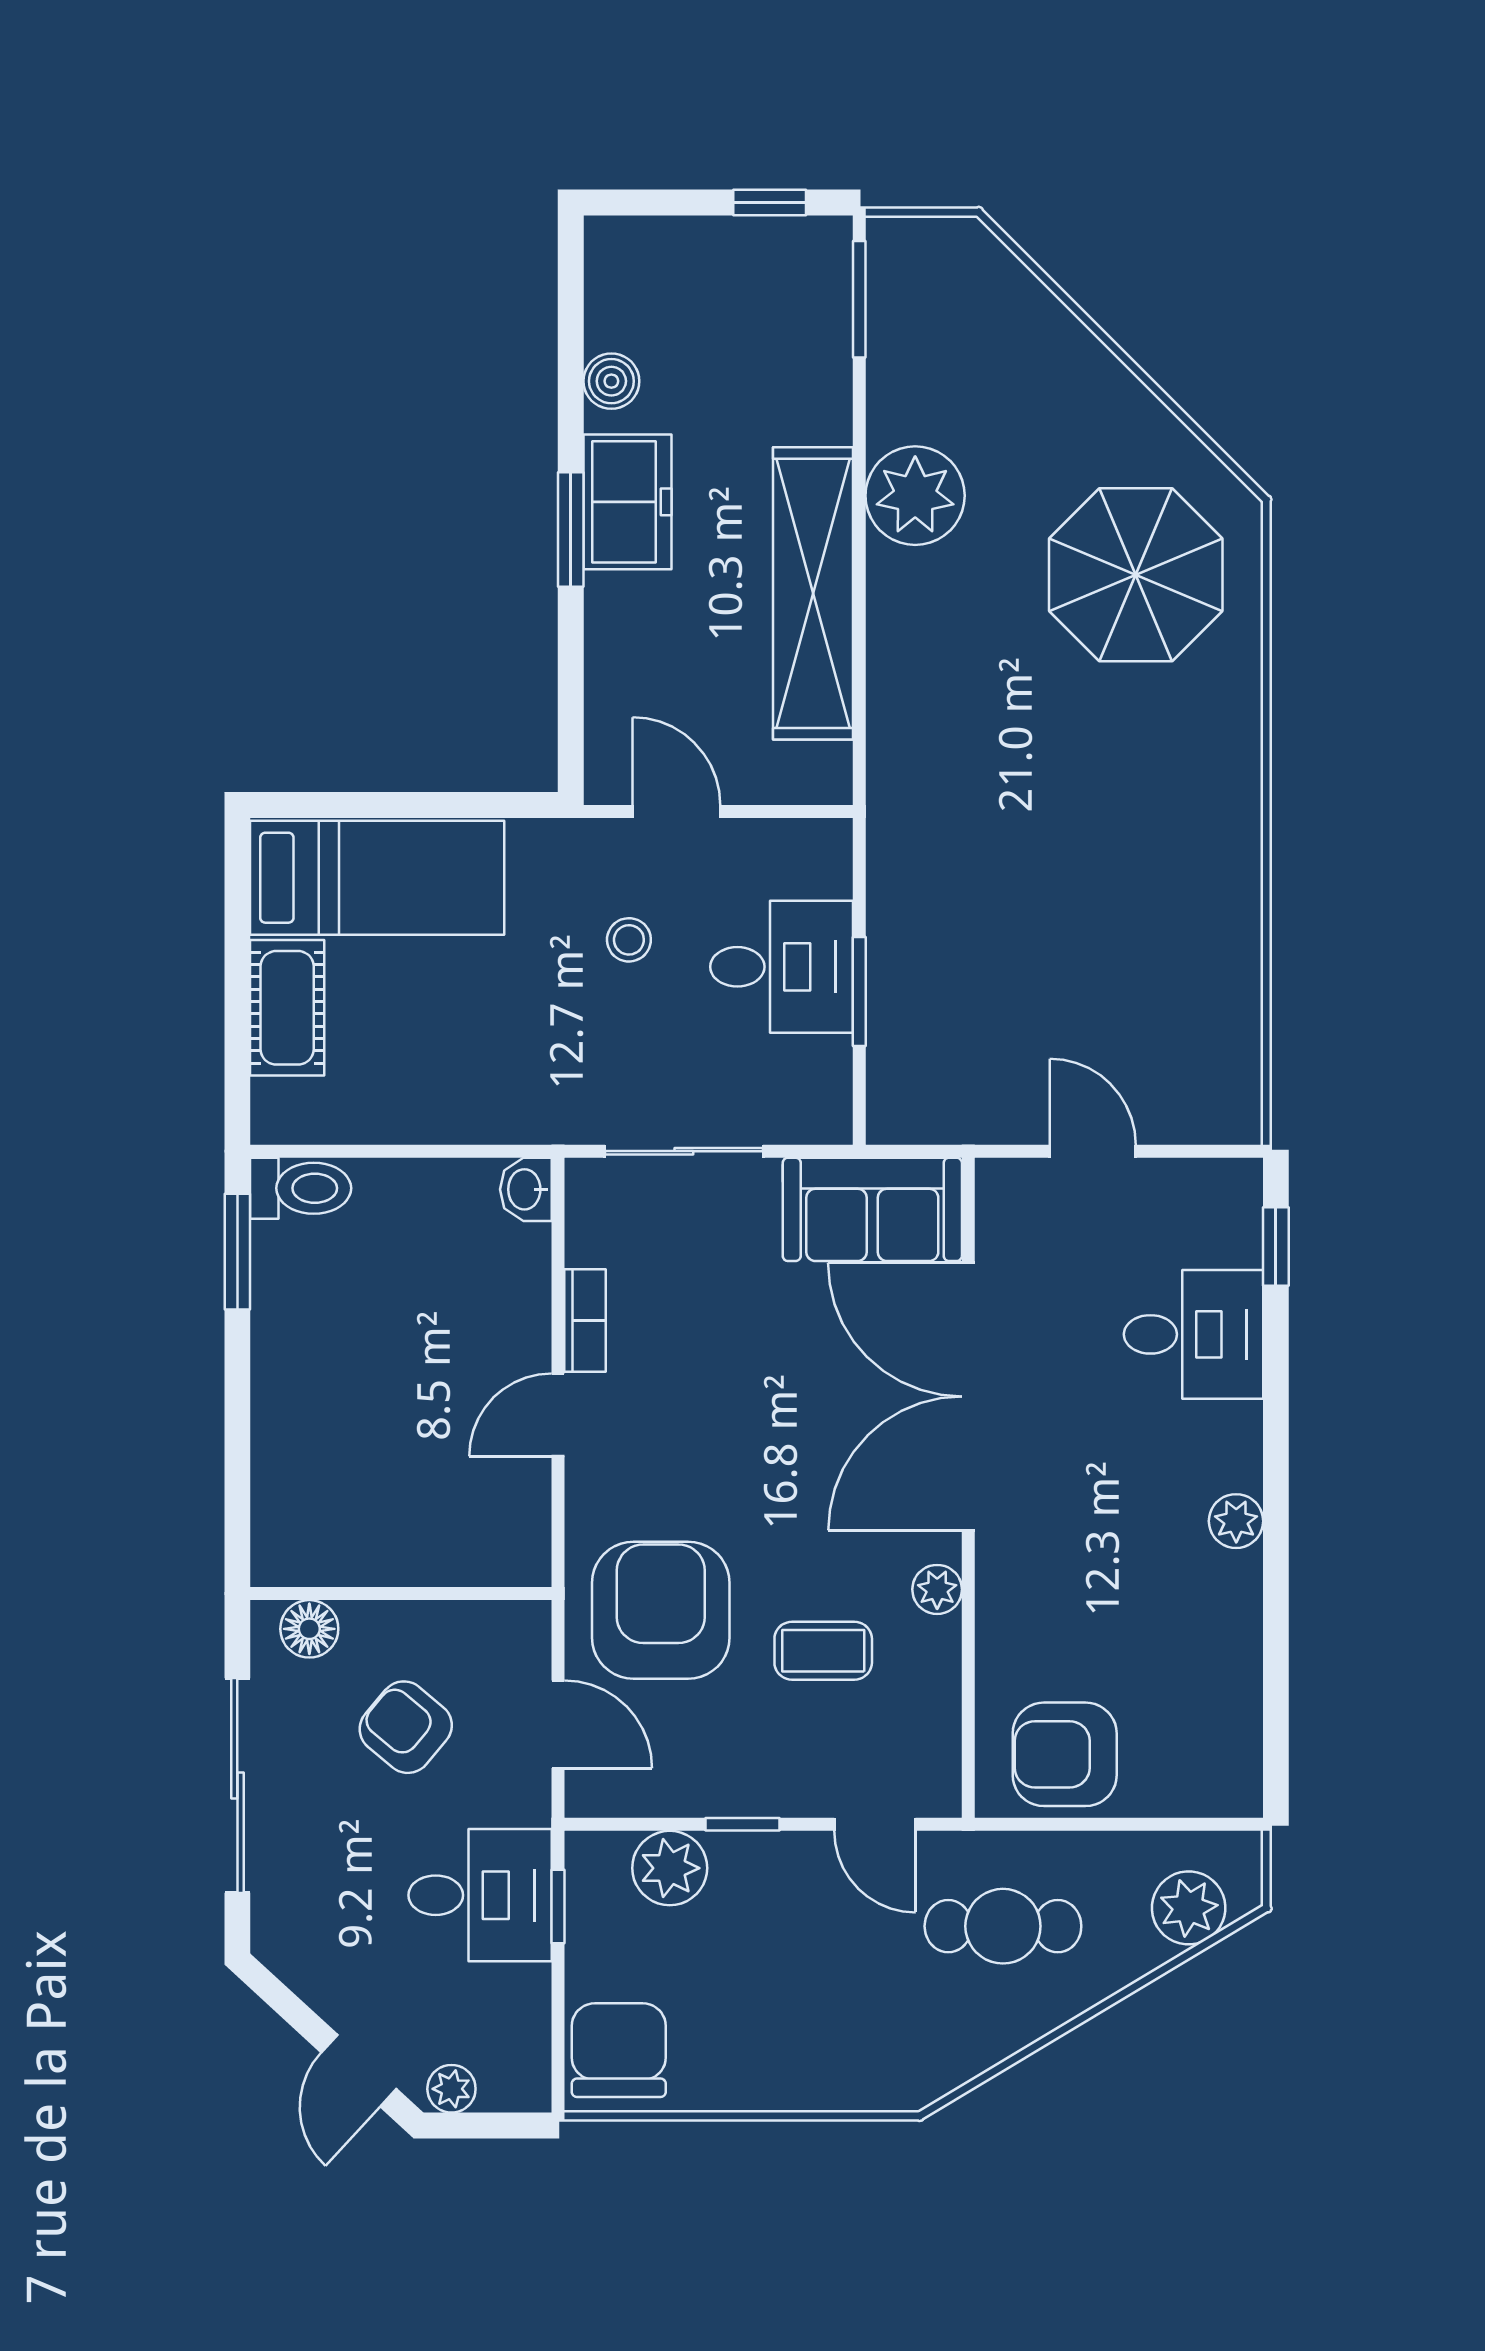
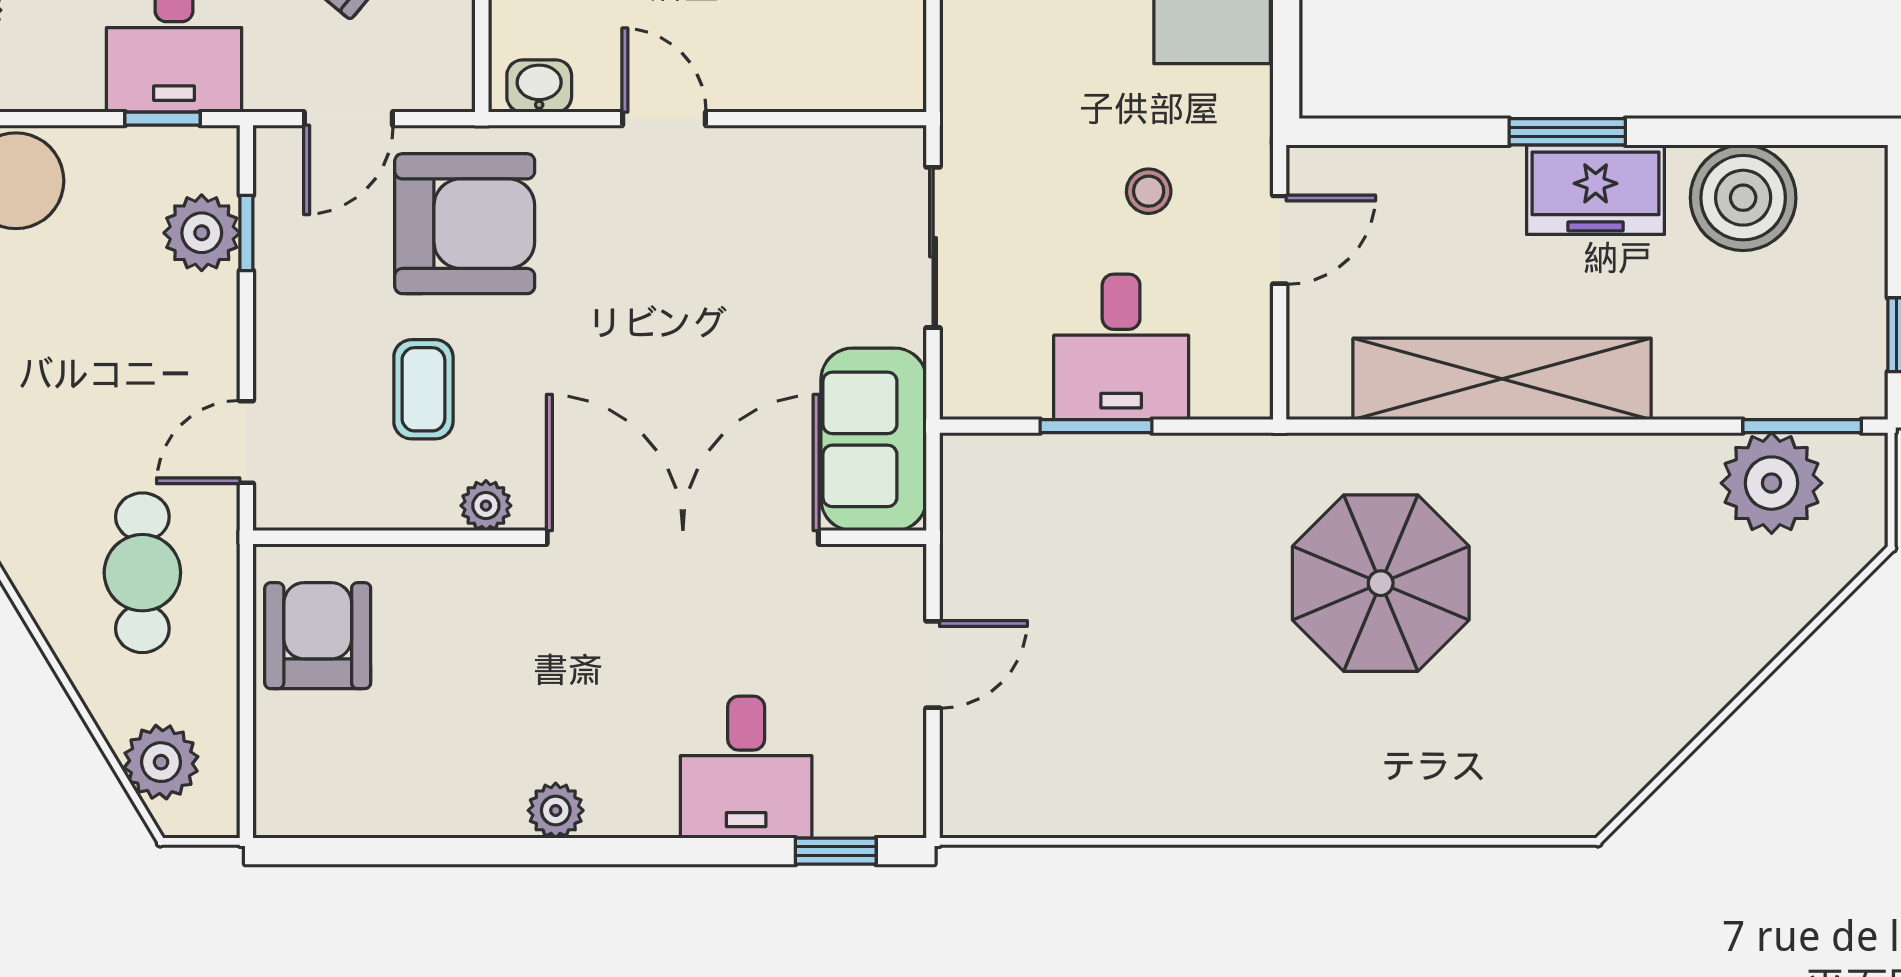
boiler: (611, 381) -> (1743, 198), width x1.86, depth x1.86
plant: (915, 496) -> (1772, 483), moved
parasol: (1136, 575) -> (1381, 583), moved
washbasin: (526, 1189) -> (539, 86), moved
bookcase: (585, 1320) -> (760, 146), removed
window: (743, 1824) -> (246, 233), moved

